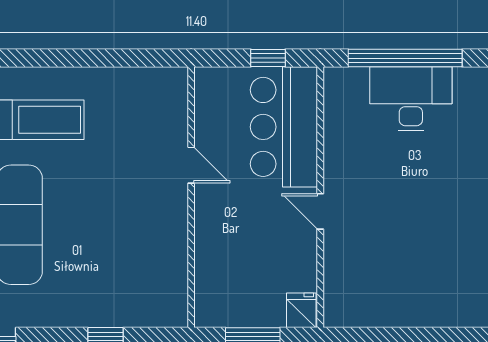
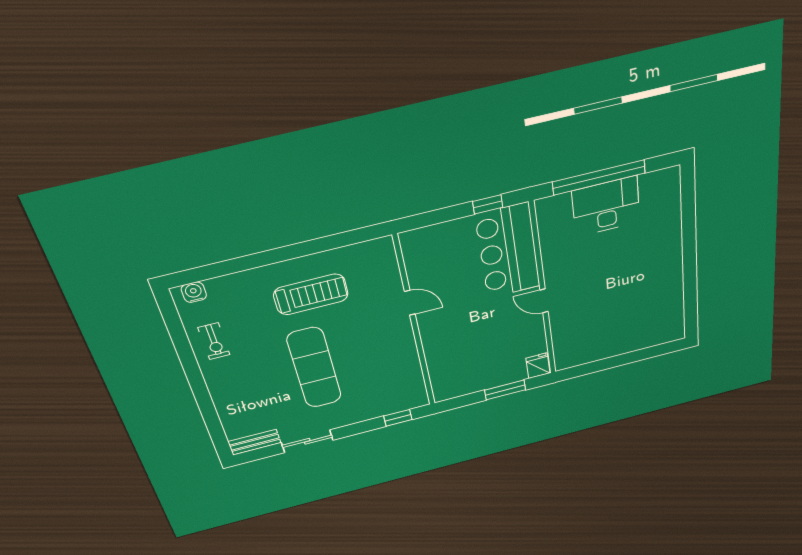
door: (191, 165) -> (410, 303), moved
wall: (191, 197) -> (415, 324), moved

